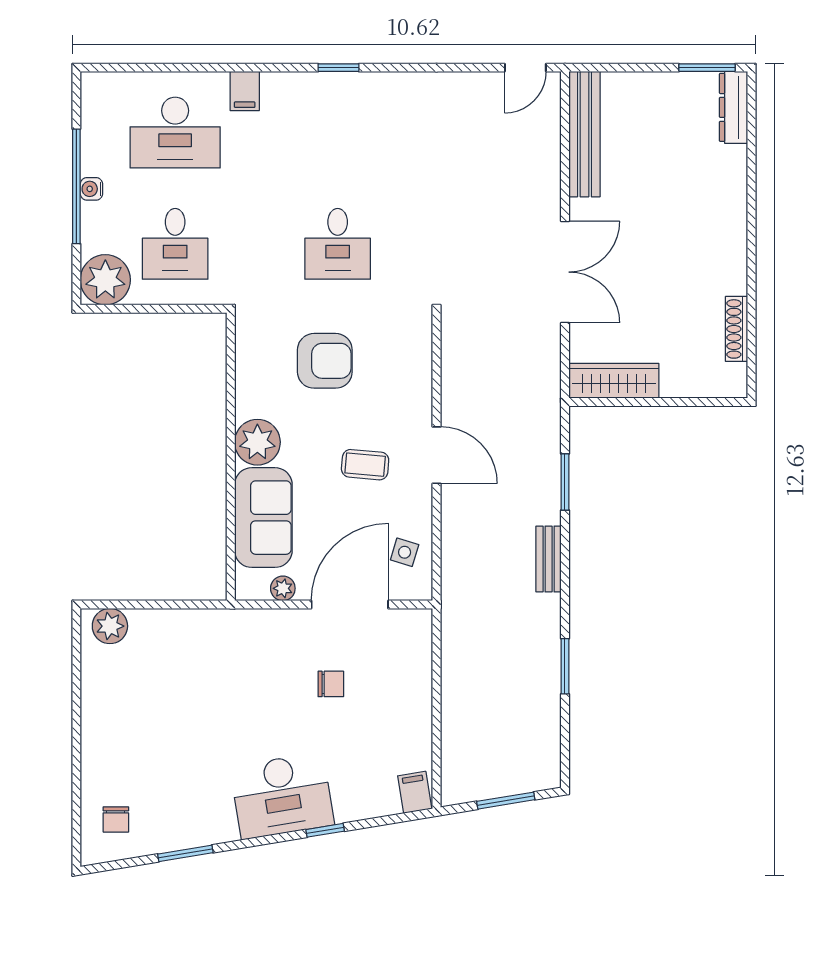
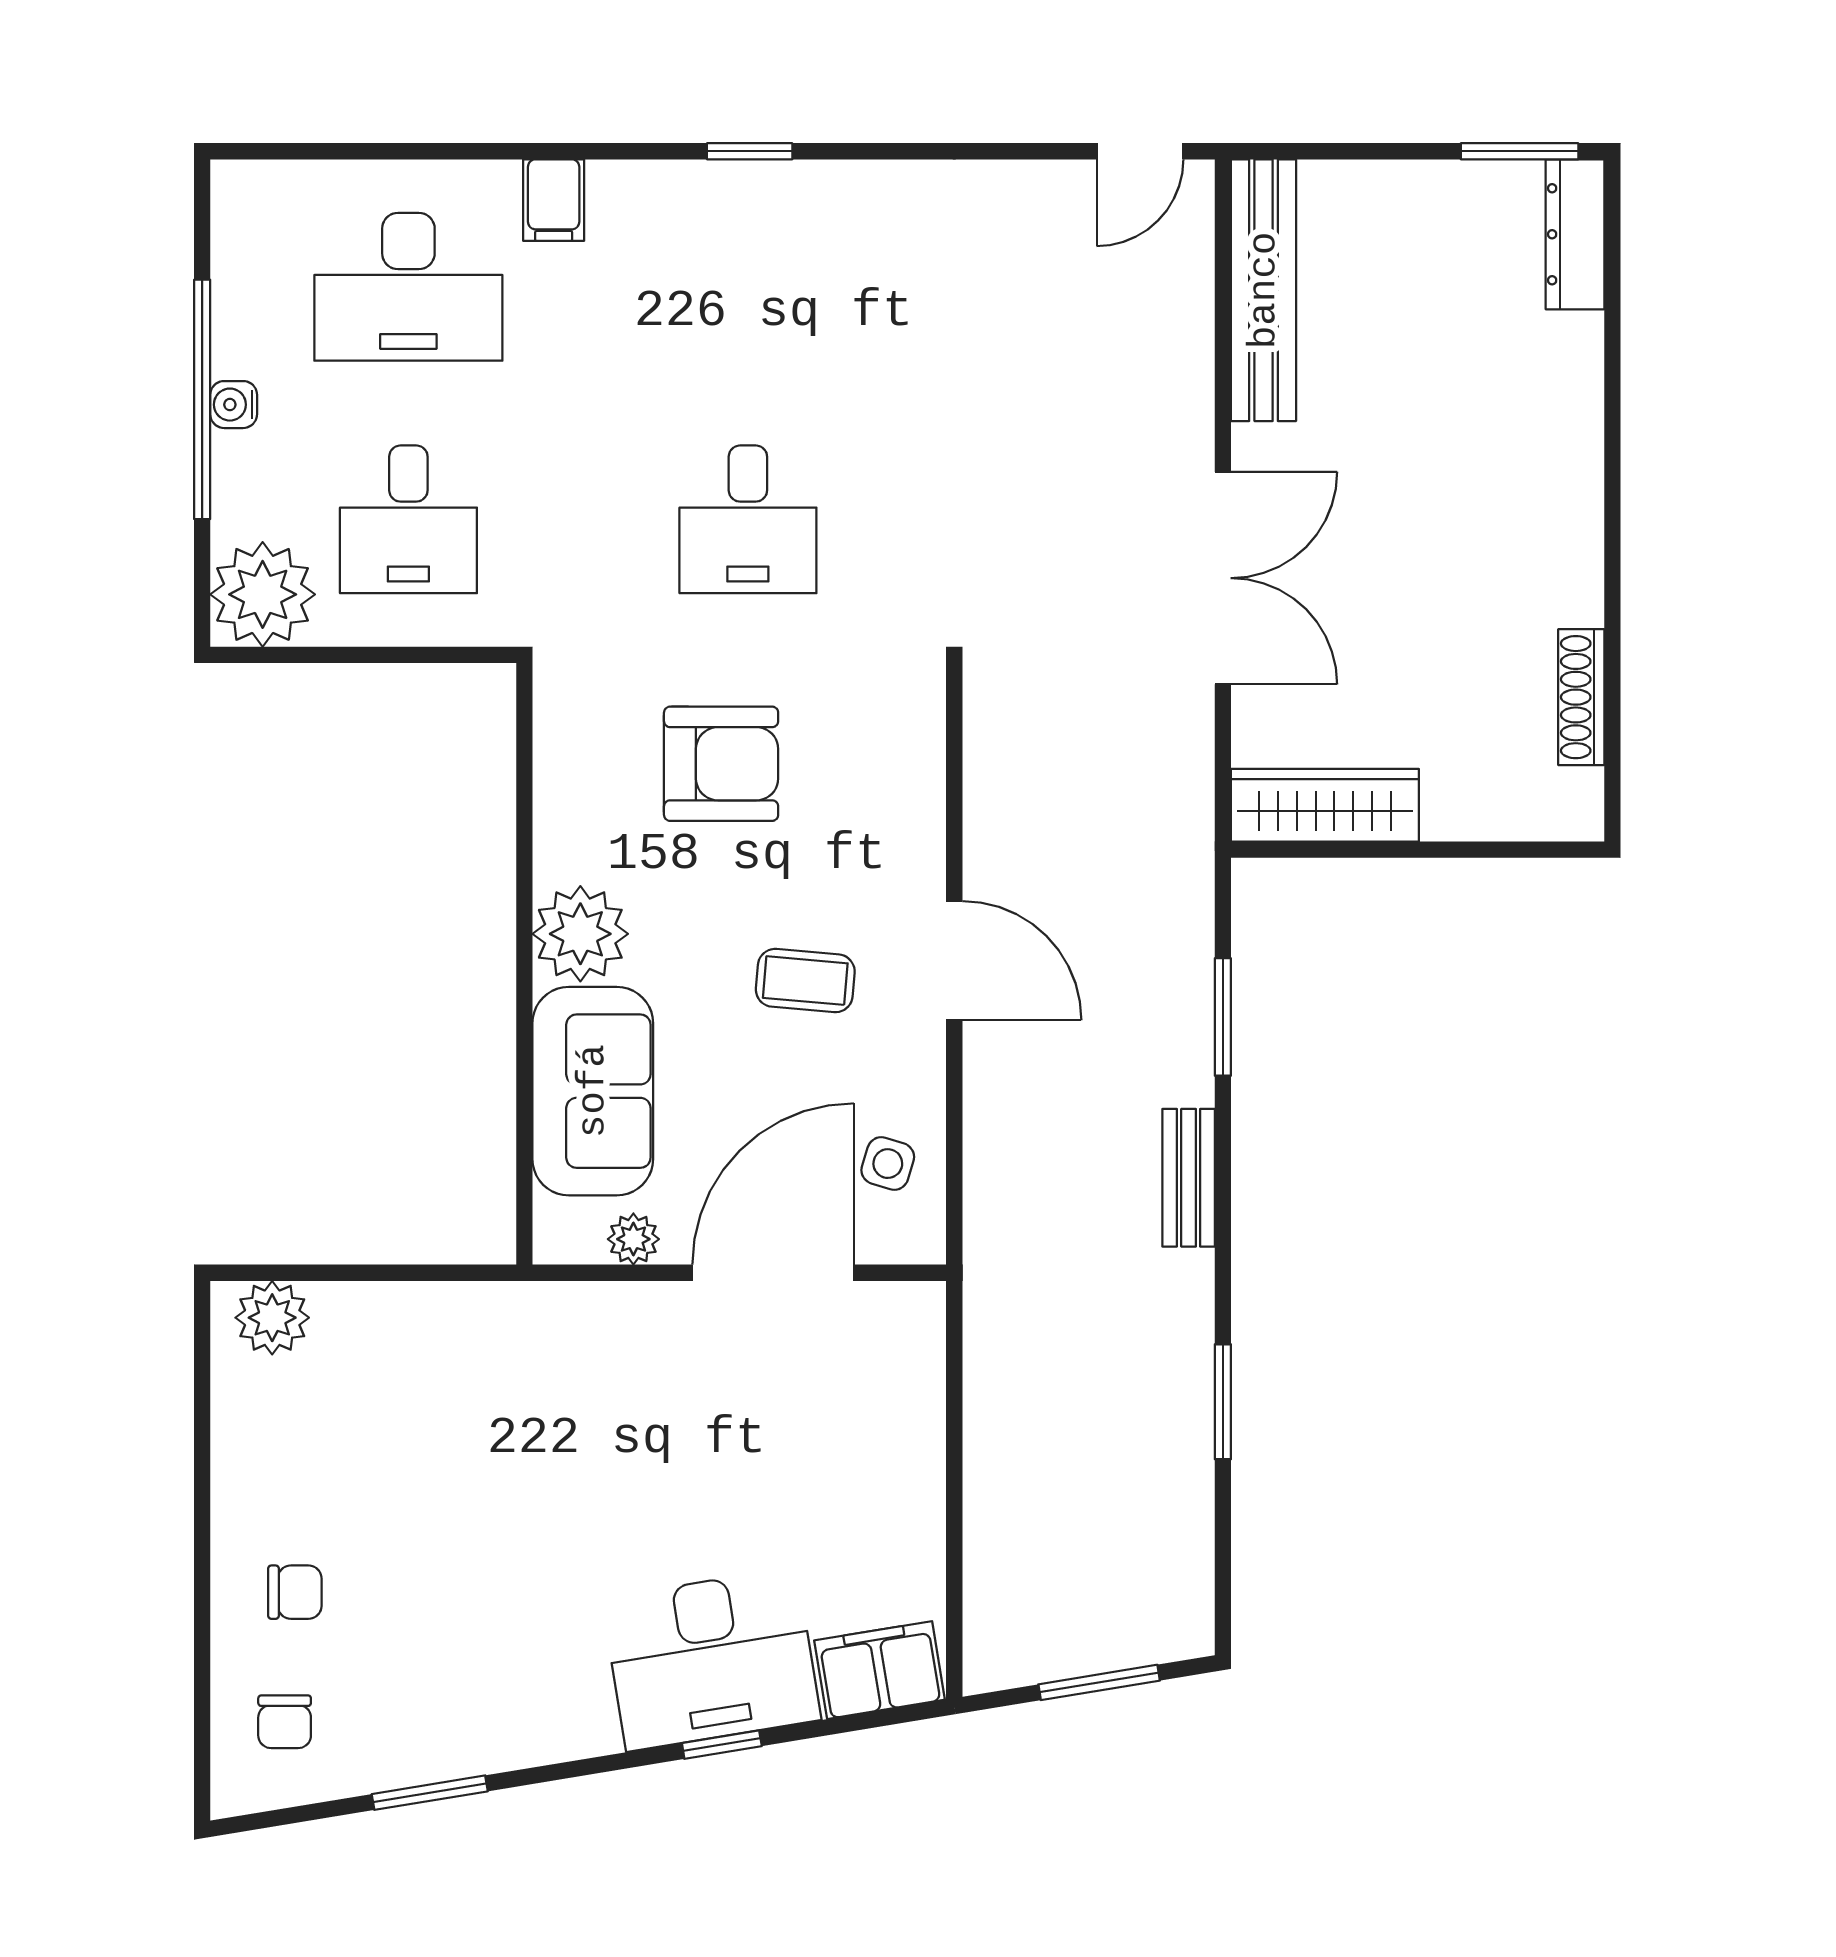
chair: (331, 684) -> (295, 1592), moved
filing cabinet: (415, 792) -> (880, 1670), width x2.00
desk: (282, 796) -> (711, 1659), moved

